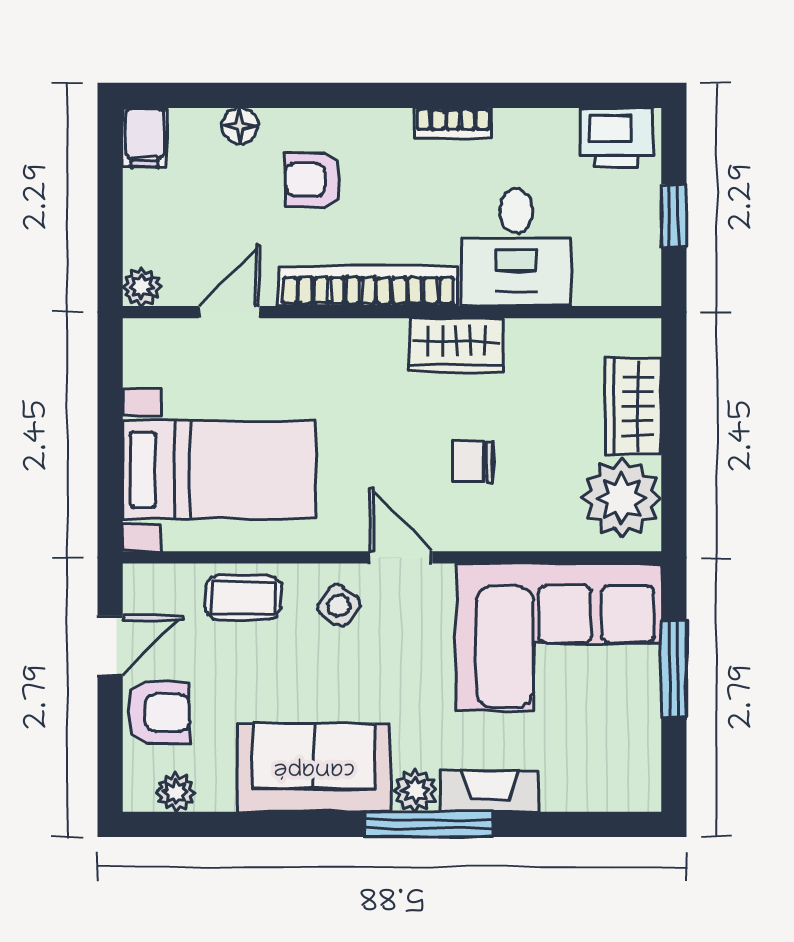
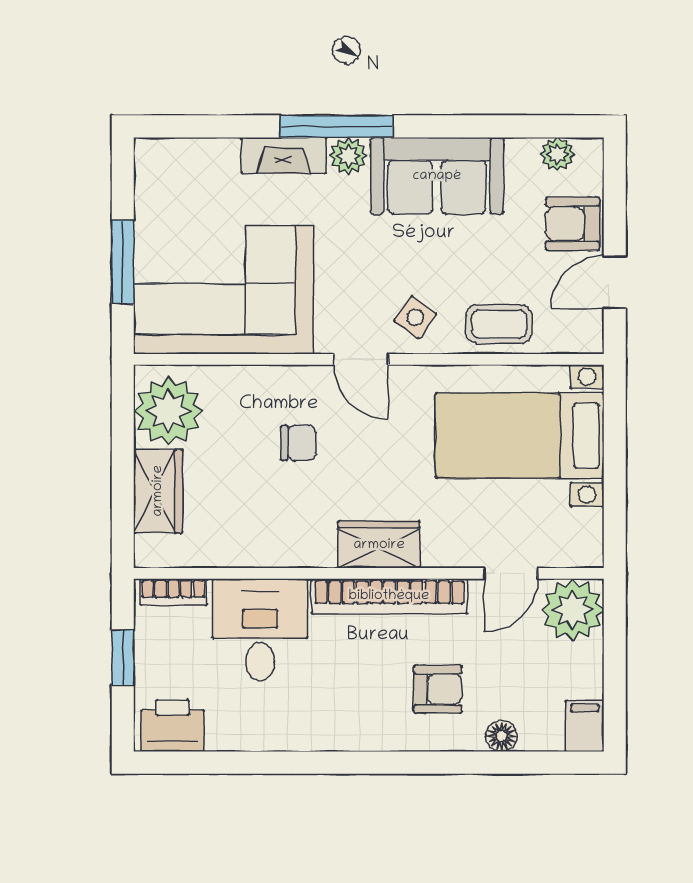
bookcase: (453, 123) -> (174, 592), moved, turned 180
plant: (142, 287) -> (573, 610), width x1.87, depth x1.87
wardrobe: (456, 345) -> (379, 545), moved

